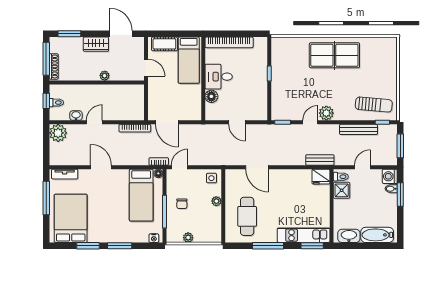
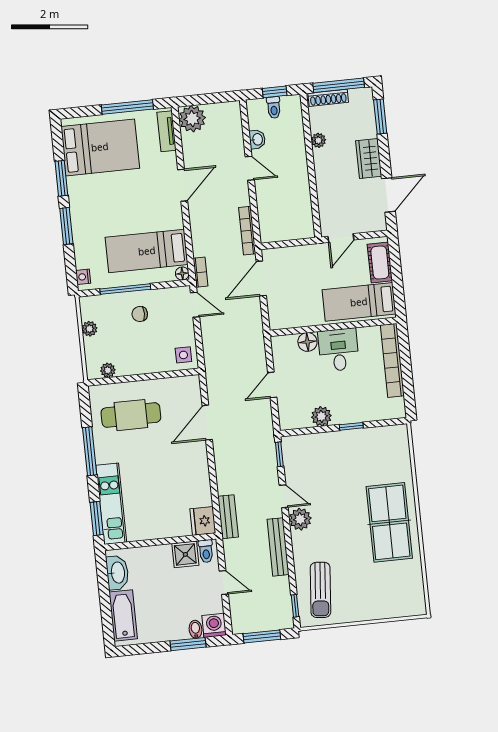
plant: (105, 76) -> (318, 140), moved
plant: (261, 92) -> (321, 416), added
bench: (358, 129) -> (278, 547), moved
plant: (58, 133) -> (192, 119), moved
plant: (216, 201) -> (108, 370), moved

